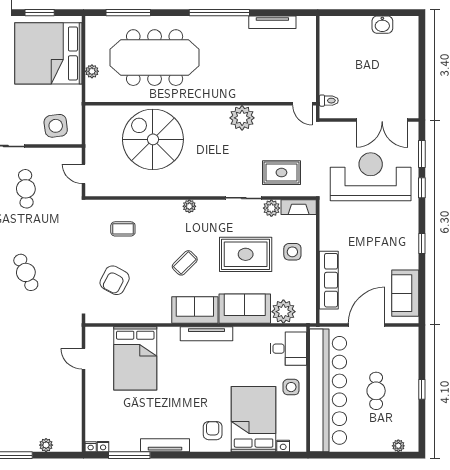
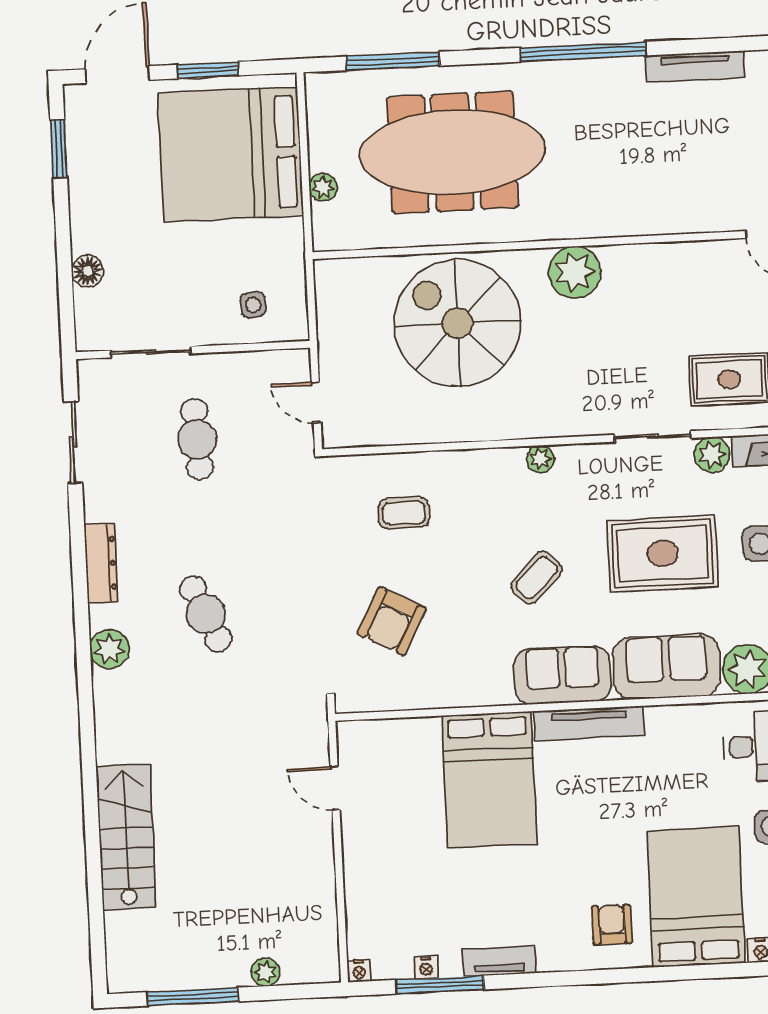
plant: (242, 118) -> (575, 272), moved
side table: (56, 126) -> (253, 305), width x0.54, depth x0.54
bed: (135, 358) -> (490, 780), moved
tv unit: (165, 445) -> (499, 961), width x0.71
nightstand: (103, 447) -> (426, 967), moved

